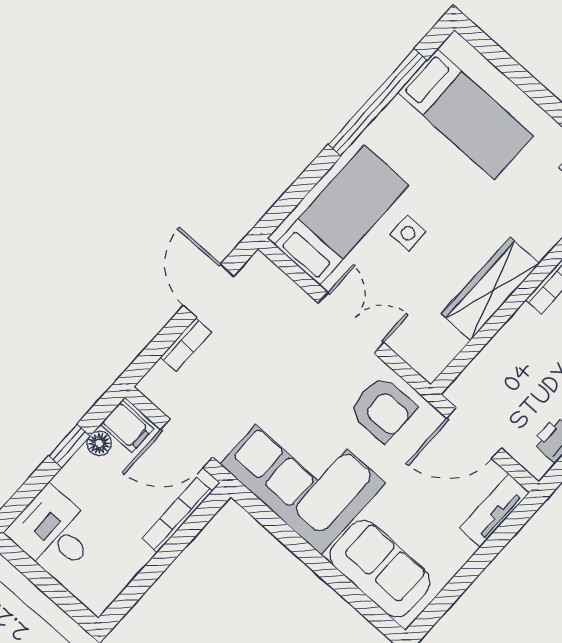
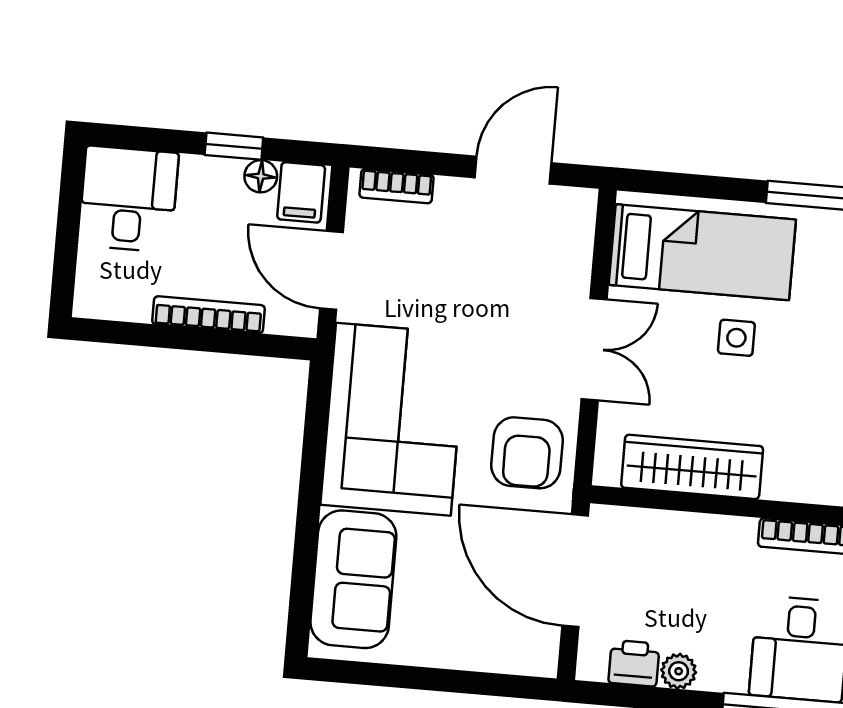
wardrobe: (490, 289) -> (692, 467), moved
bookcase: (186, 345) -> (397, 186), moved
door: (474, 433) -> (575, 571), width x1.36
tv unit: (495, 510) -> (509, 655), removed
bookcase: (177, 515) -> (208, 315), moved

